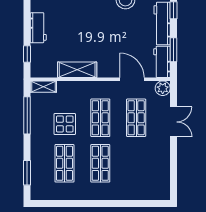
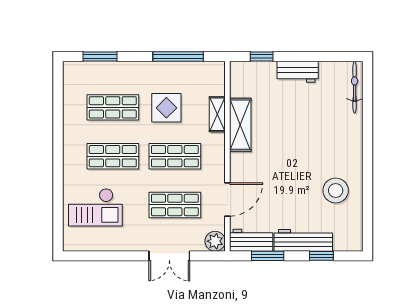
shelving: (43, 87) -> (217, 114), moved
checkout: (138, 176) -> (95, 207), added

